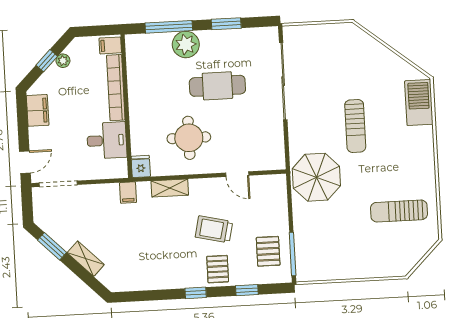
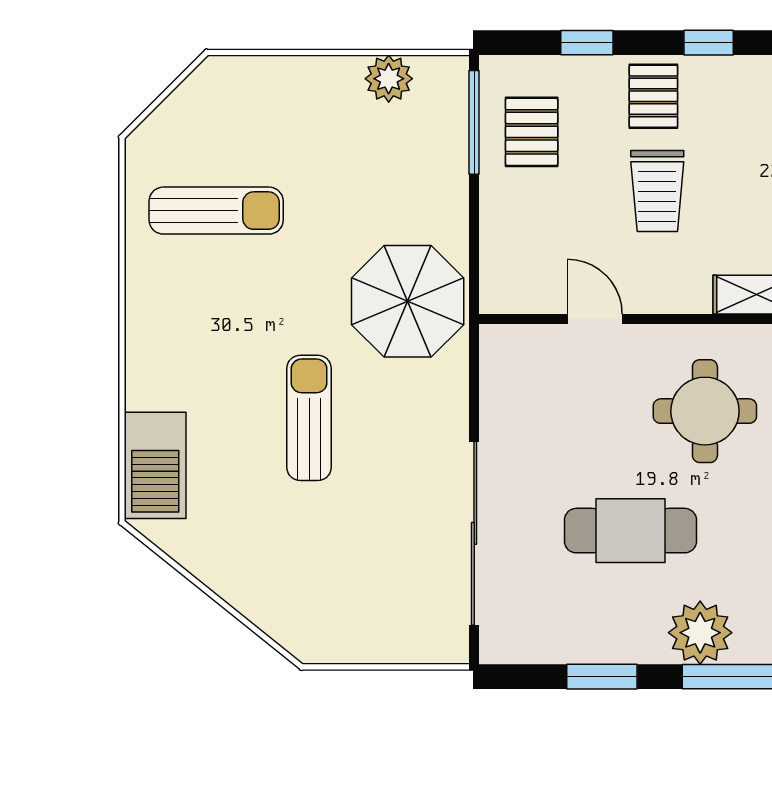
trolley: (214, 229) -> (657, 191), turned 77
plant: (329, 270) -> (389, 79), added

